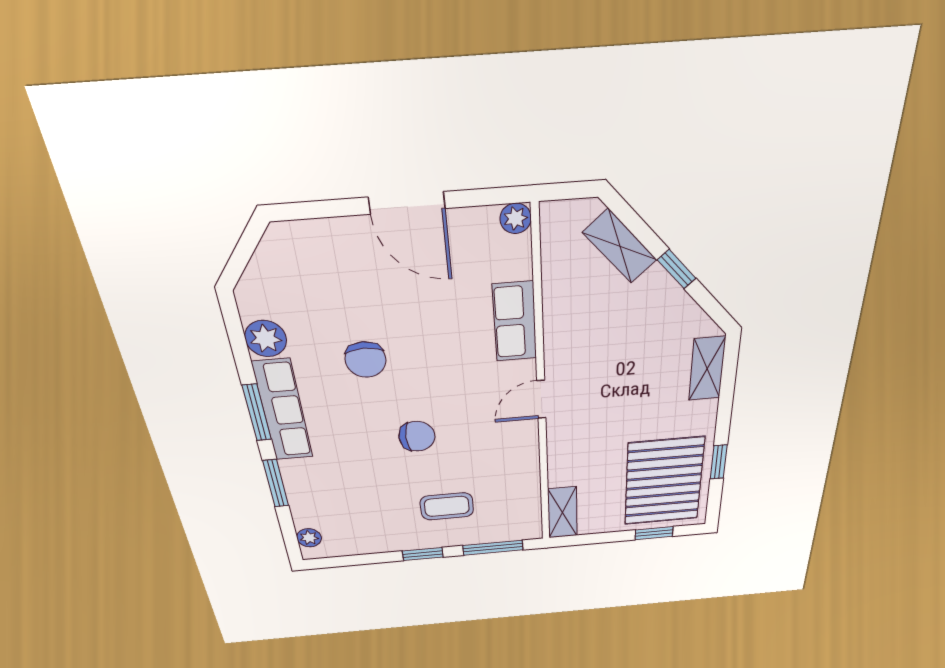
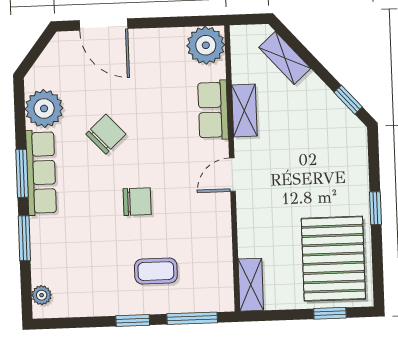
door: (407, 203) -> (103, 25), moved
plant: (516, 218) -> (206, 45), width x1.88, depth x1.88
window: (677, 269) -> (348, 100), moved
plant: (266, 339) -> (44, 109), width x1.36, depth x1.36
chair: (366, 360) -> (106, 134), turned -133
shelving: (707, 369) -> (244, 110), moved
window: (719, 462) -> (375, 208), moved

